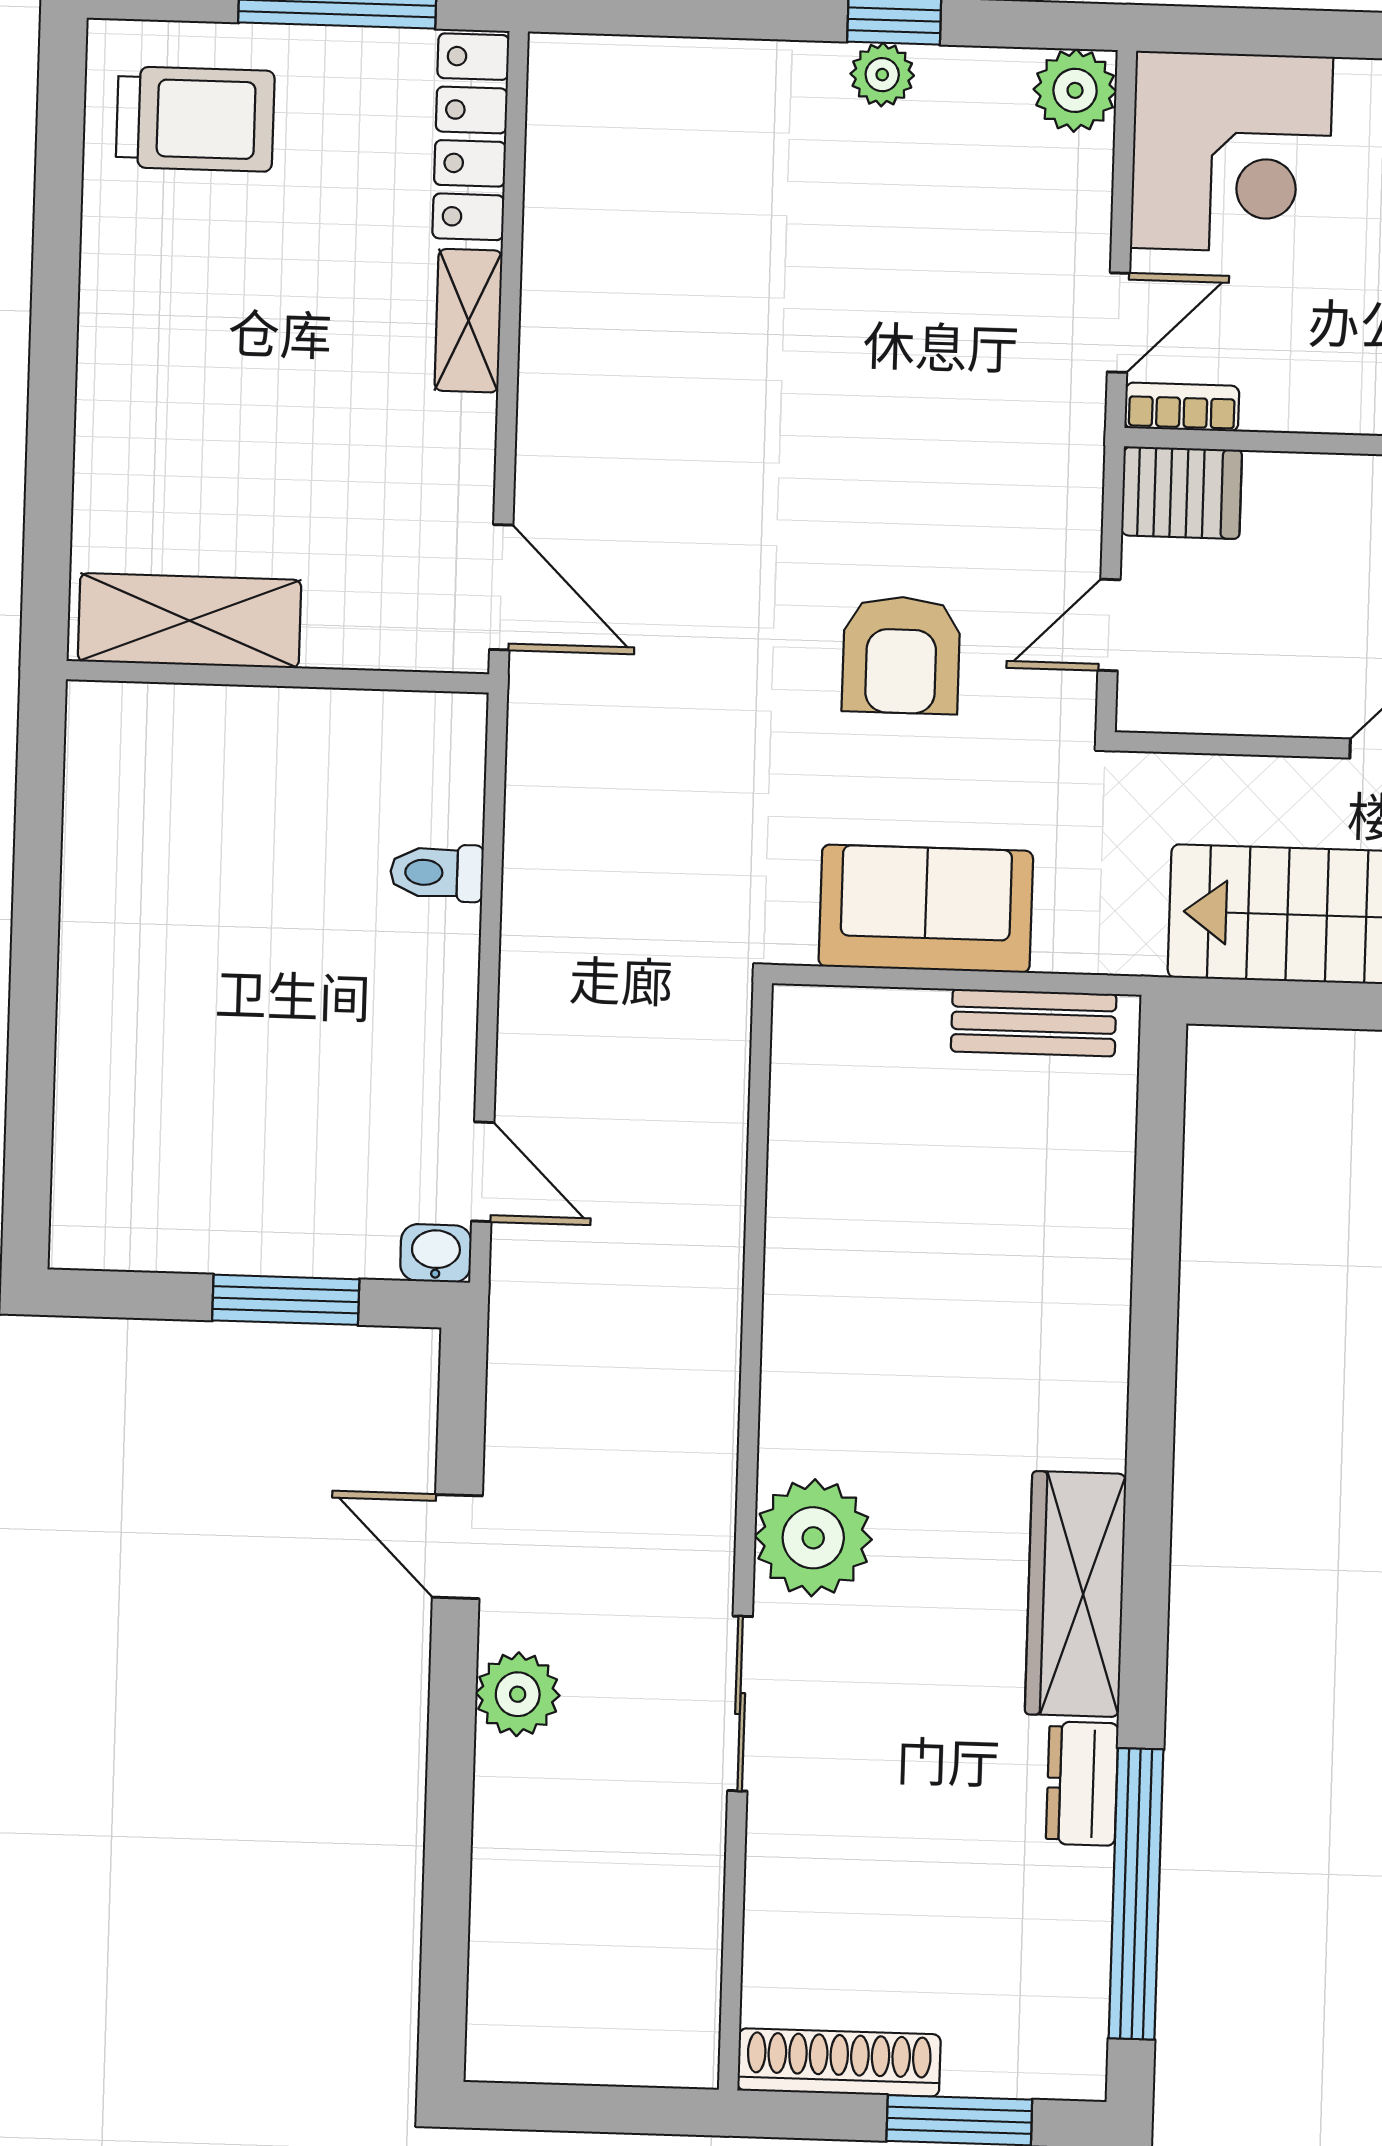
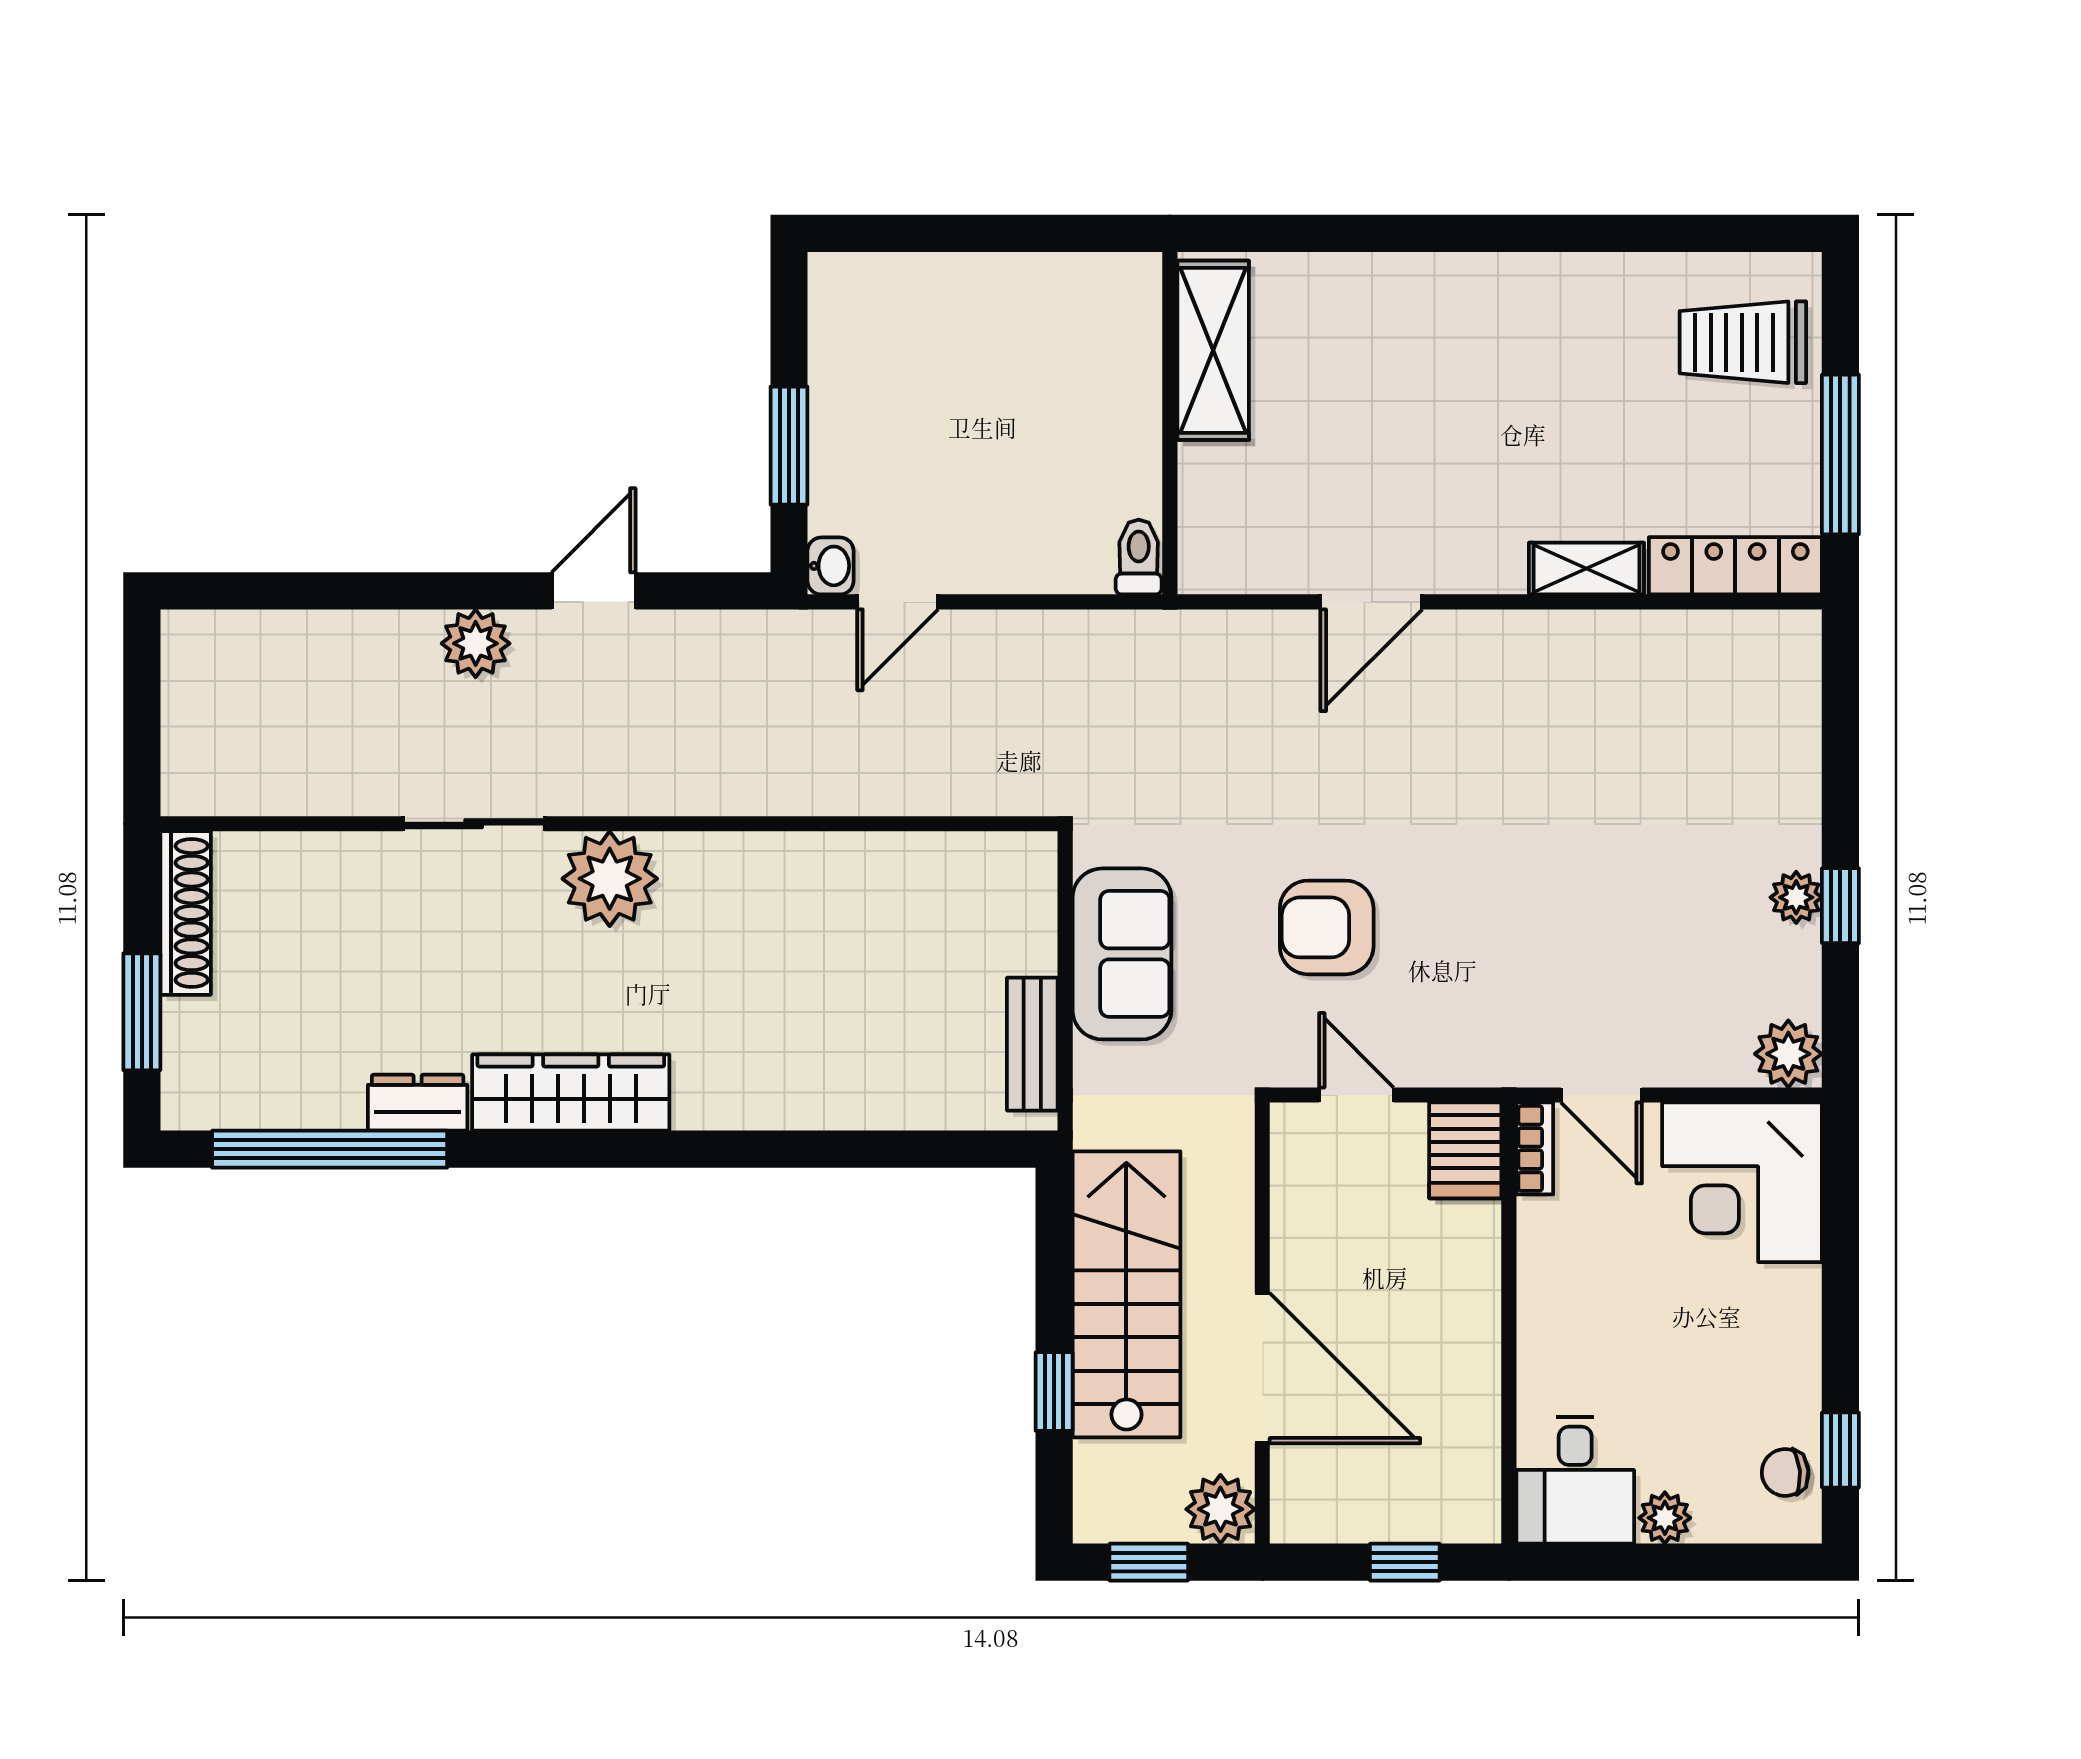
trolley: (195, 119) -> (1743, 342), turned 90
shelving: (189, 621) -> (1213, 350), moved
wall: (278, 677) -> (1170, 423), moved

